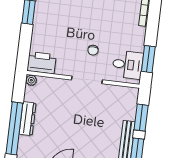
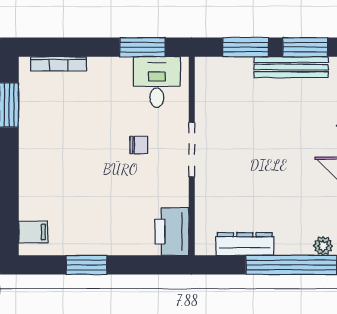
plant: (31, 80) -> (323, 246), moved
dresser: (28, 119) -> (245, 244), moved

